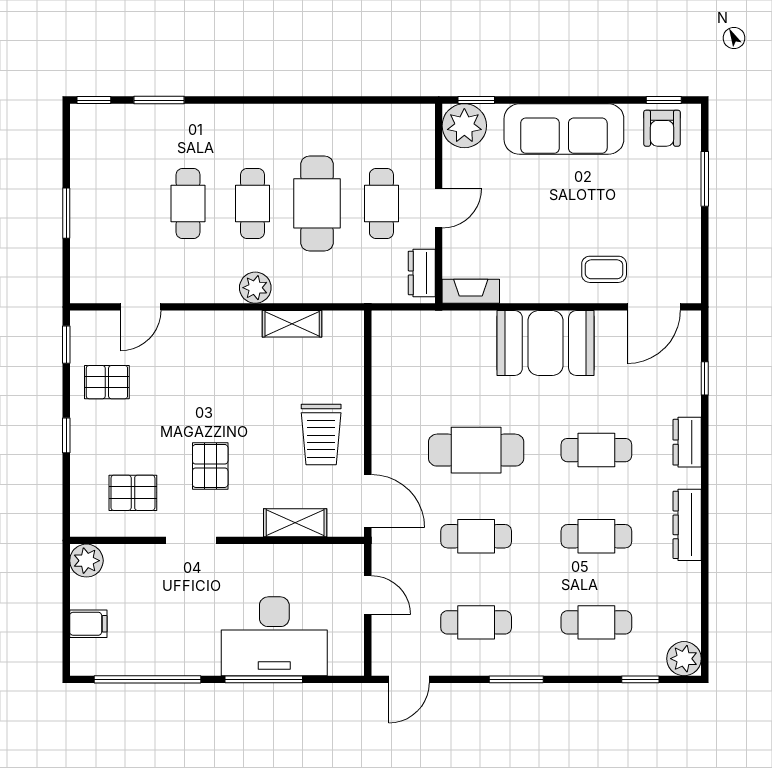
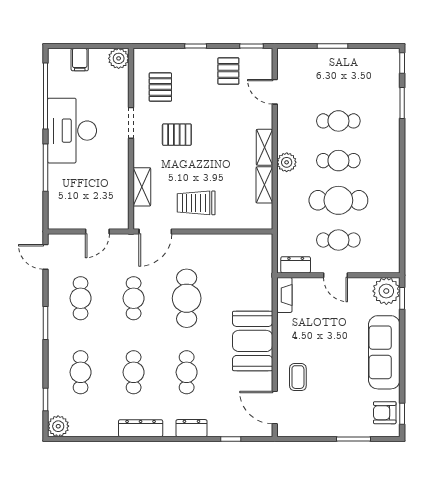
shelving: (231, 324) -> (264, 147), added
desk: (274, 636) -> (72, 131), moved

